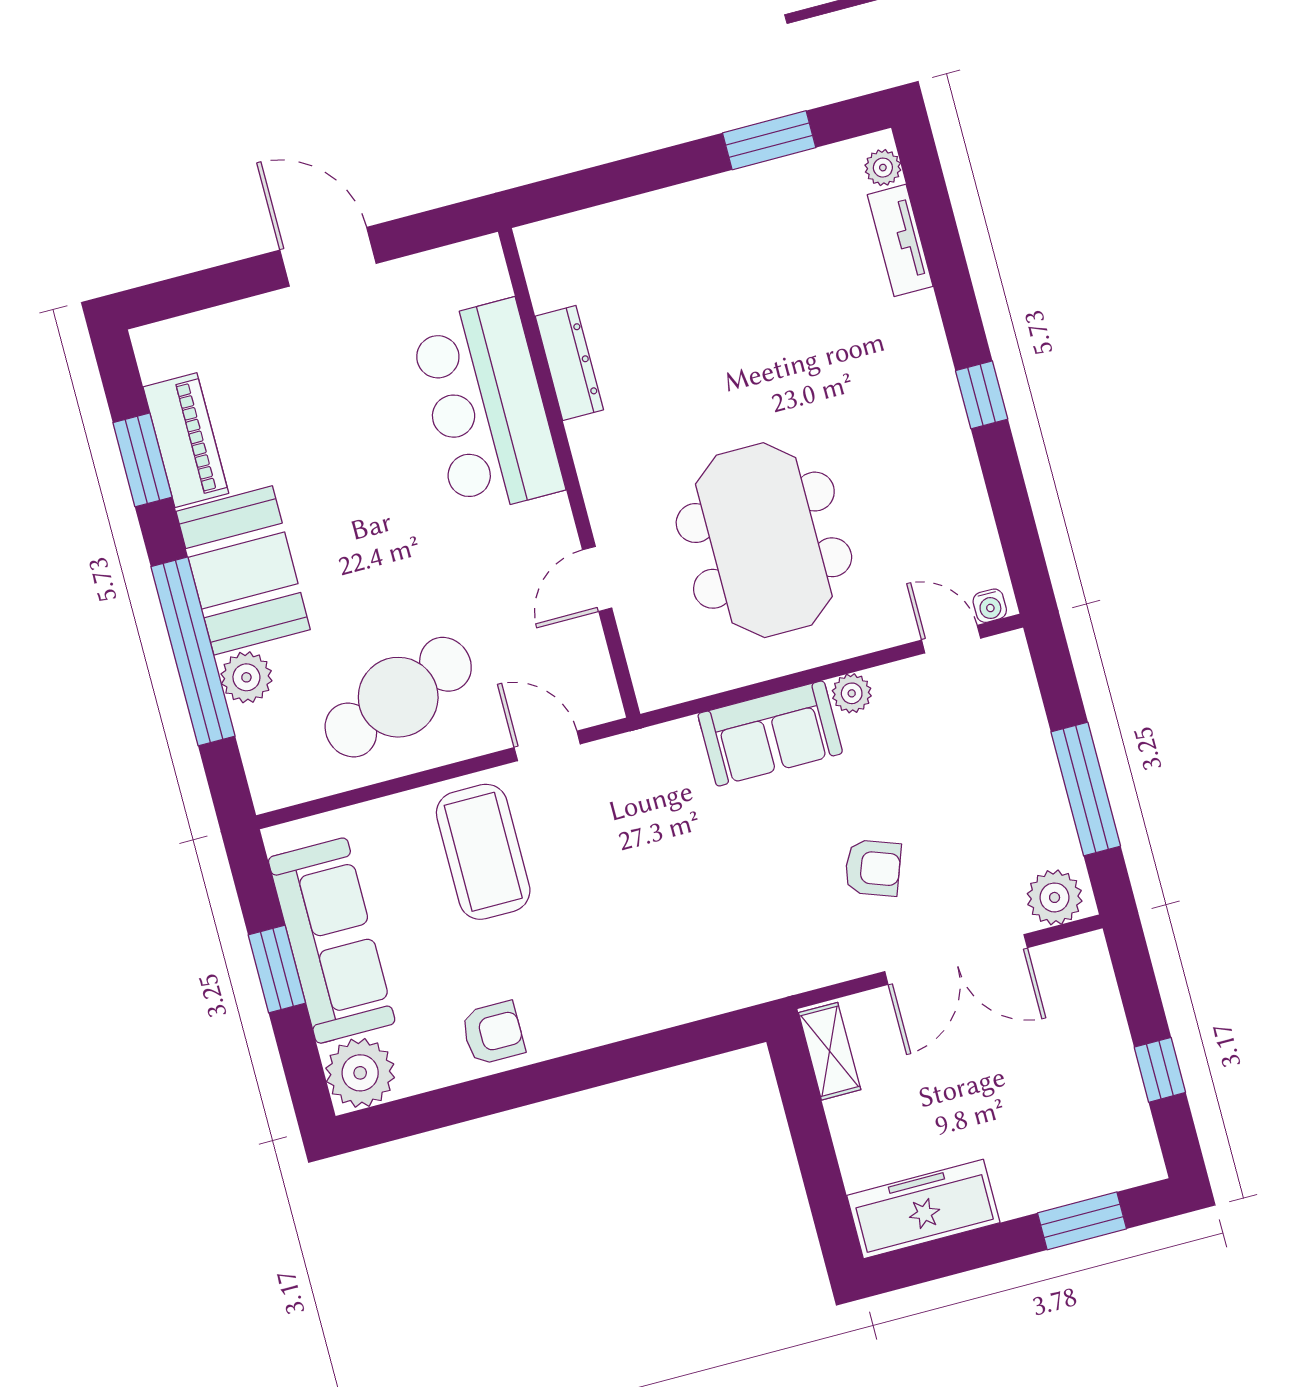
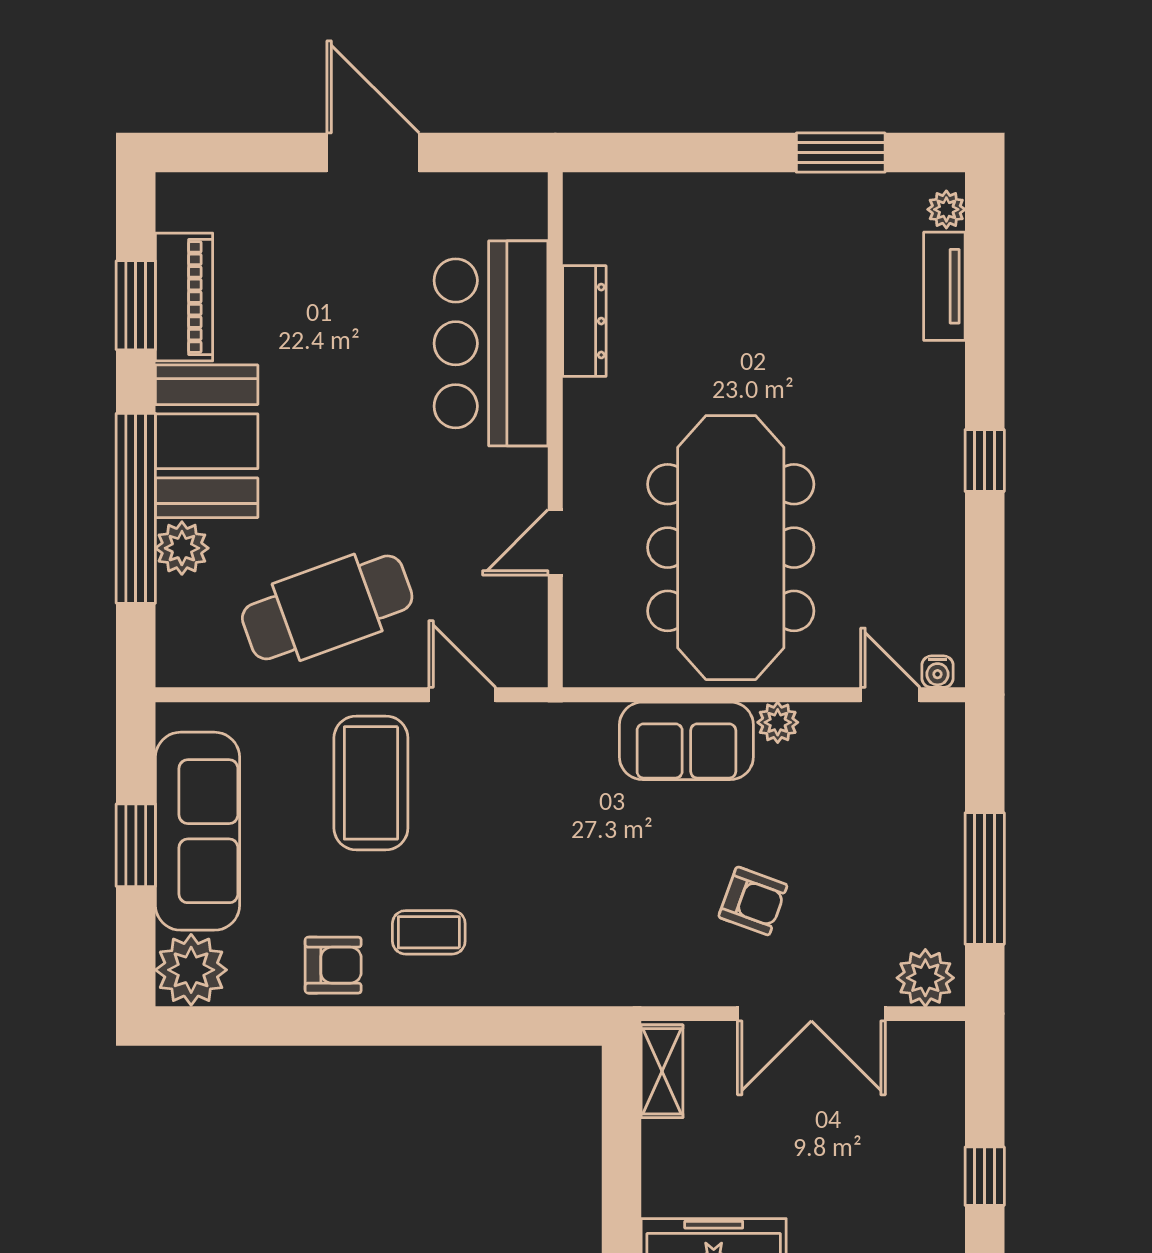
meeting table: (764, 540) -> (731, 548), width x1.36
coffee table: (575, 978) -> (429, 932), added

